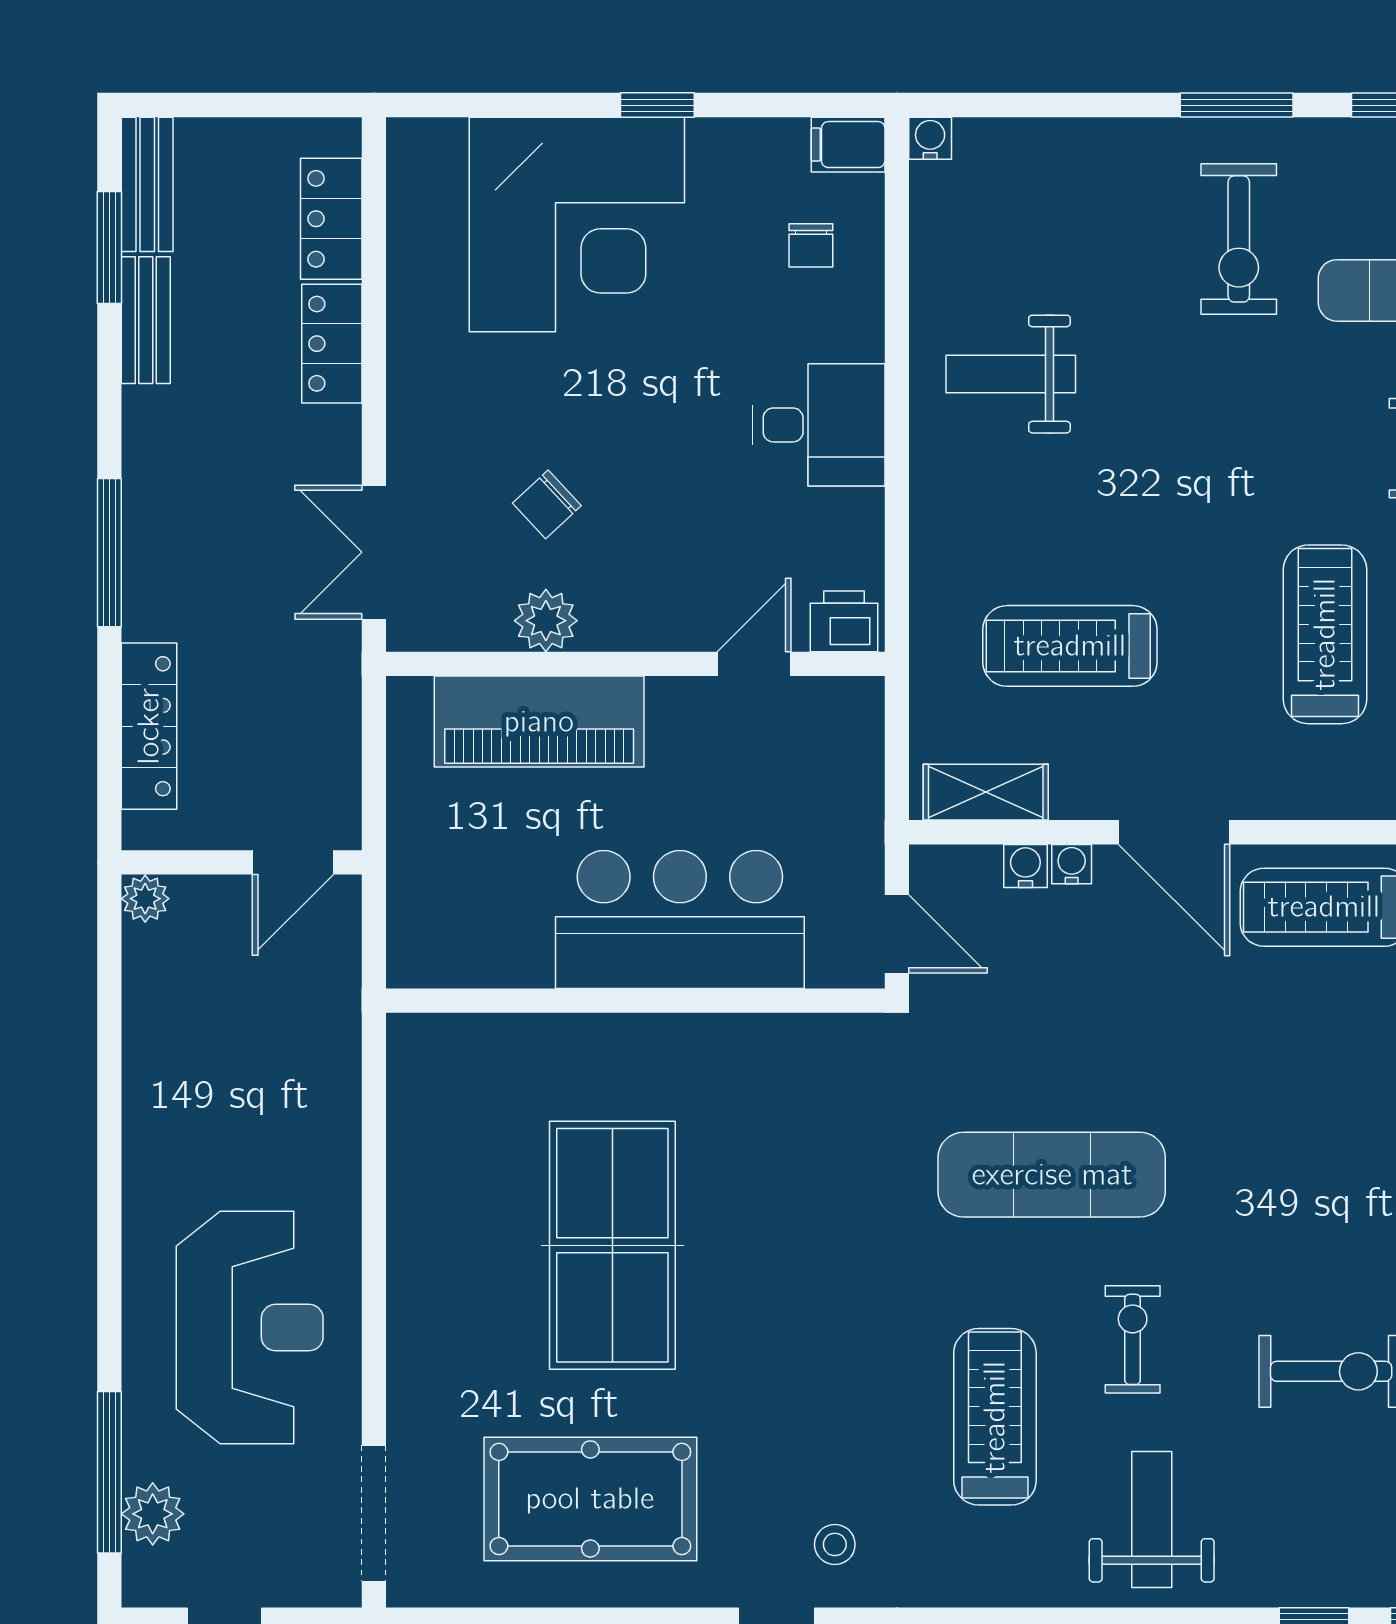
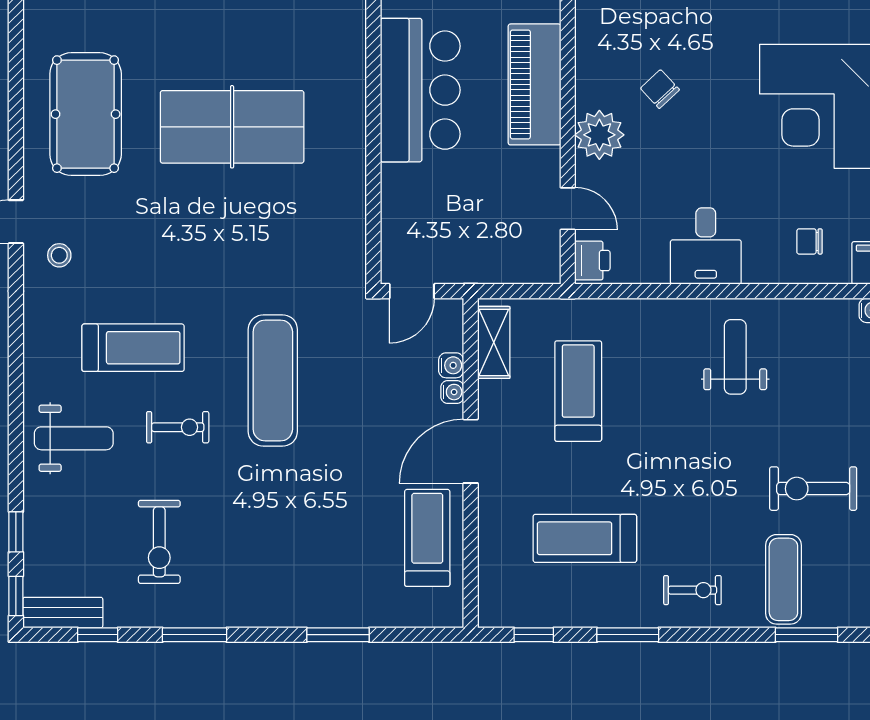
plant: (546, 621) -> (599, 135), moved, width x1.36, depth x1.36
treadmill: (1325, 634) -> (585, 538), turned 180
bar counter: (680, 919) -> (420, 90), moved

